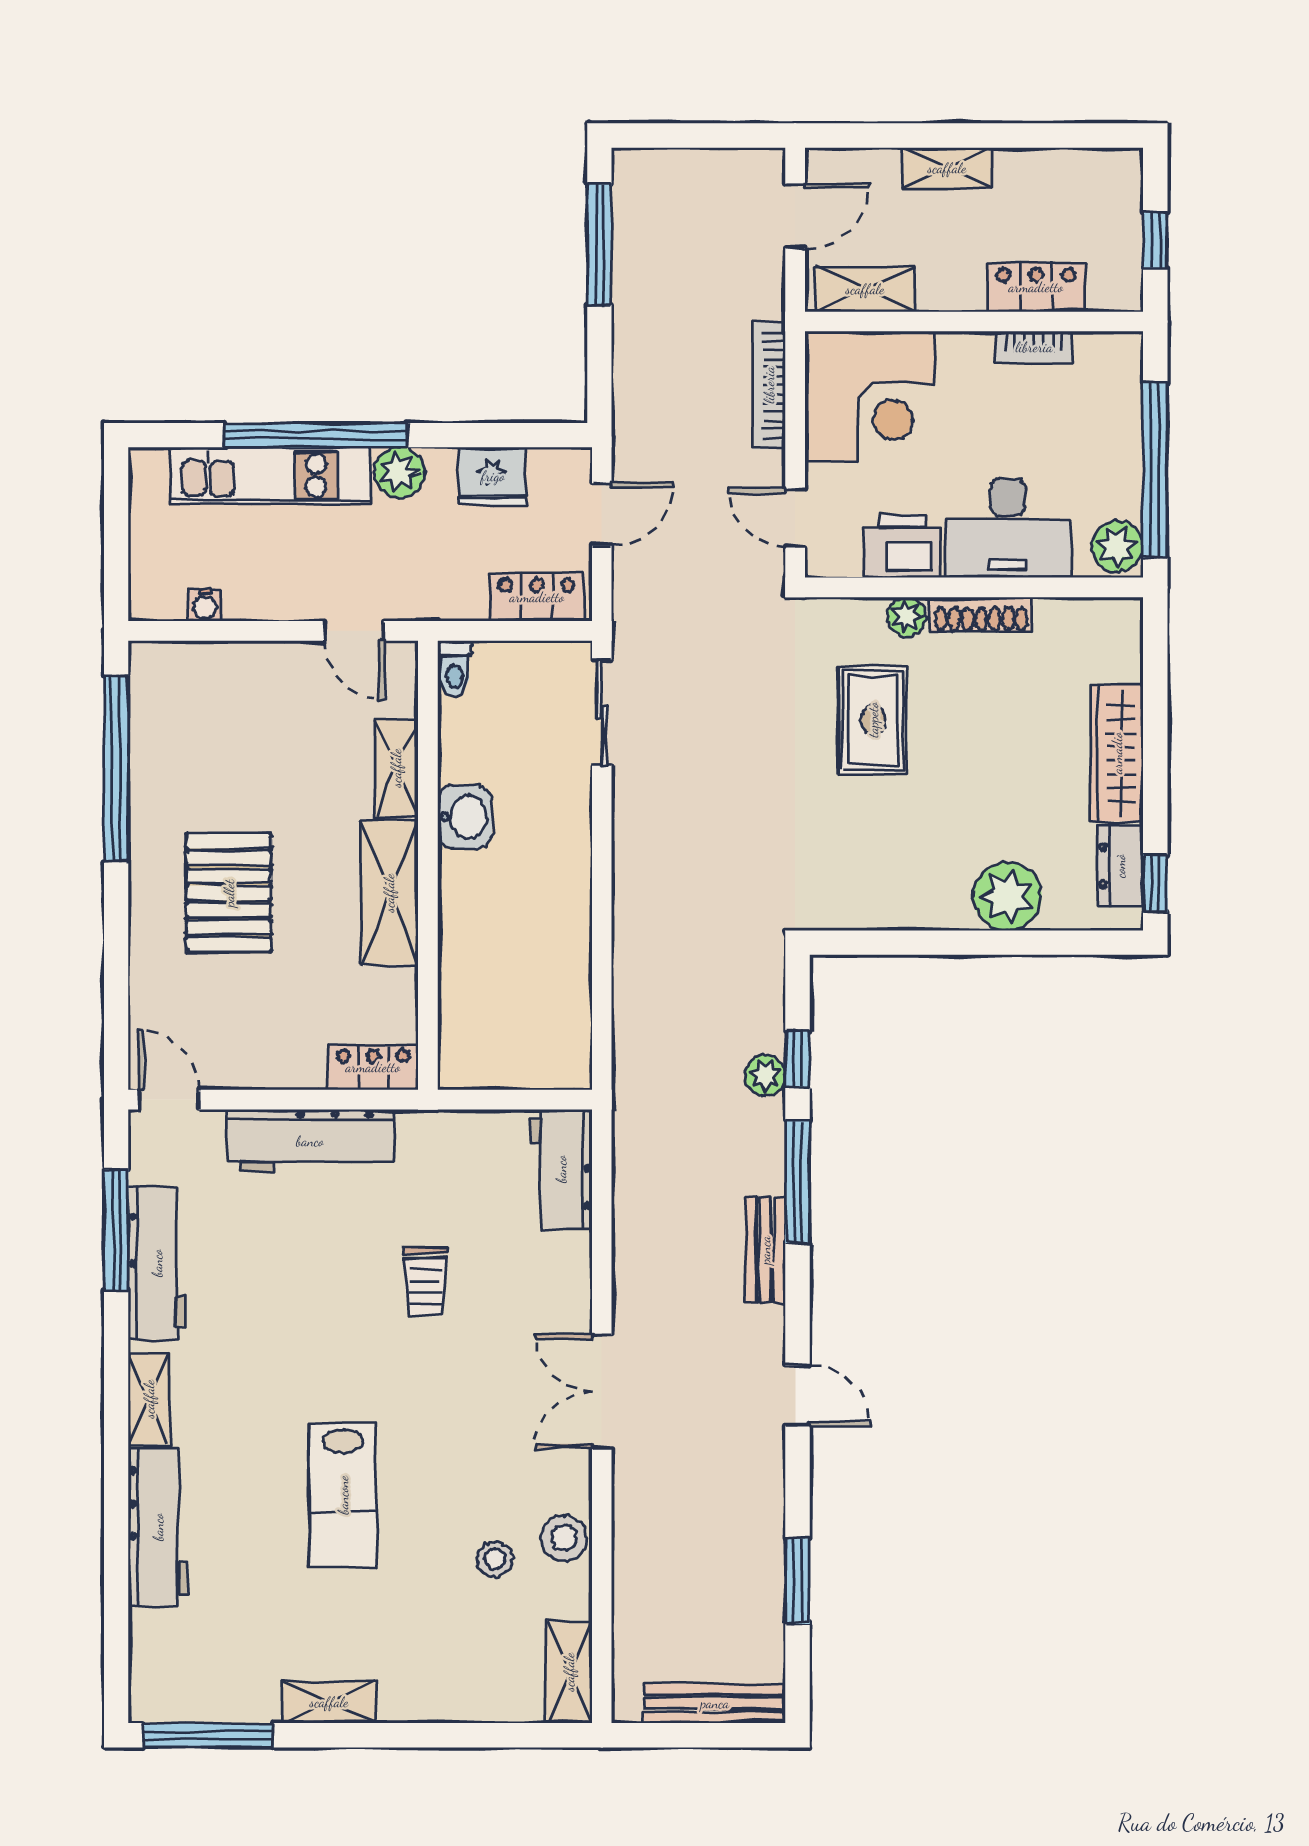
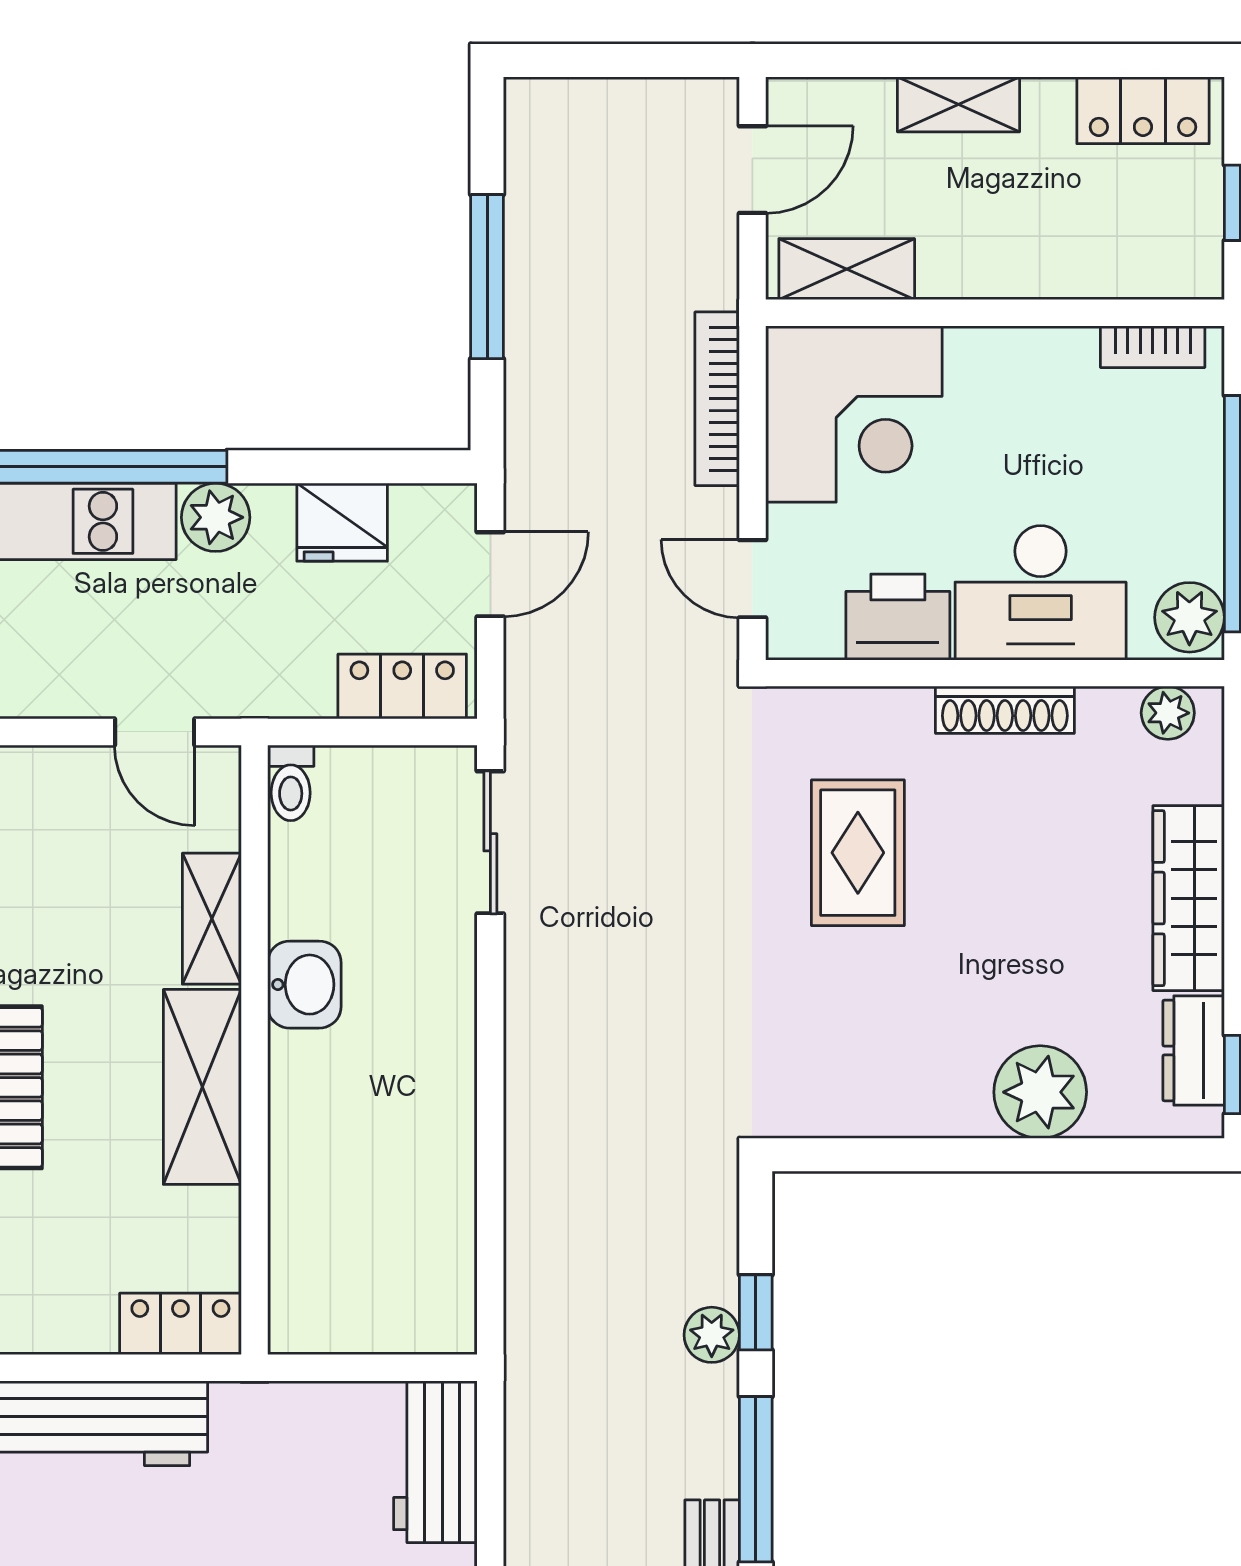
window: (599, 245) -> (487, 277), moved
locker: (1036, 287) -> (1143, 110), moved, turned 180
bookcase: (1034, 347) -> (1153, 347), moved
plant: (907, 617) -> (1168, 713), moved

